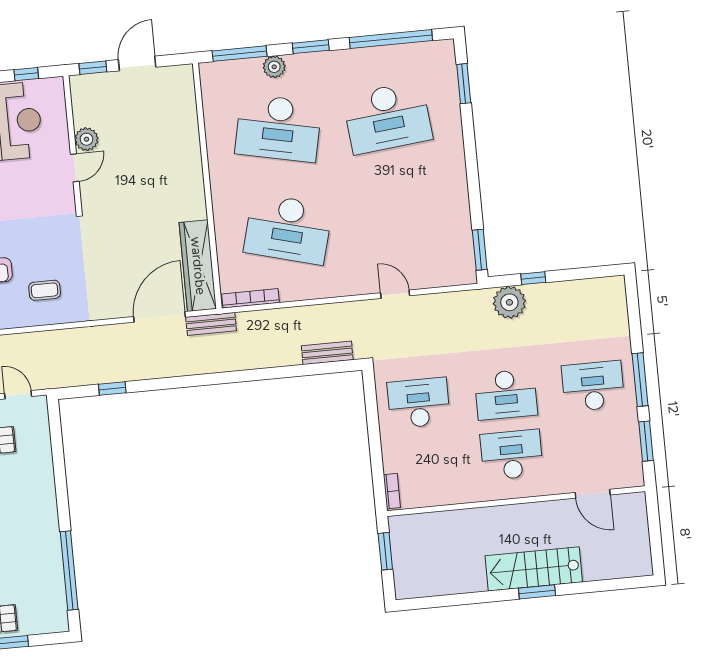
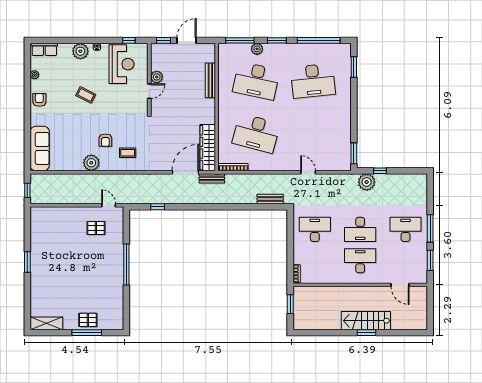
bench: (190, 136) -> (210, 80), added
window: (69, 570) -> (126, 265), moved

